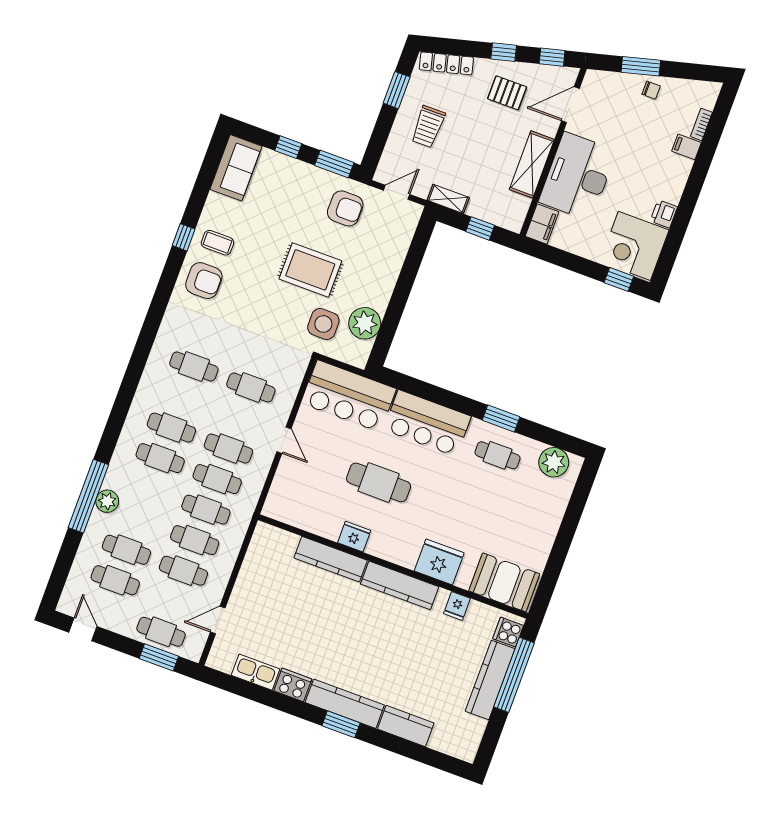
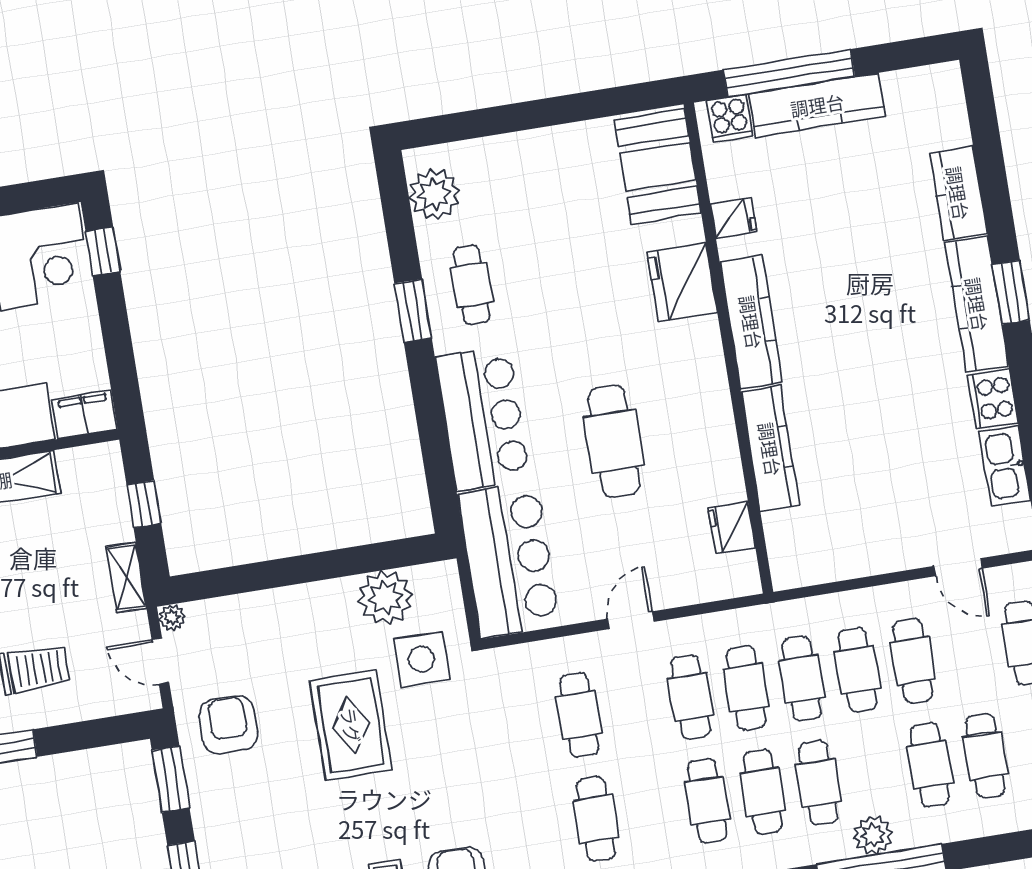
plant: (415, 210) -> (172, 618), added
cafe table: (149, 489) -> (819, 783), added
fridge: (354, 537) -> (732, 528), moved

